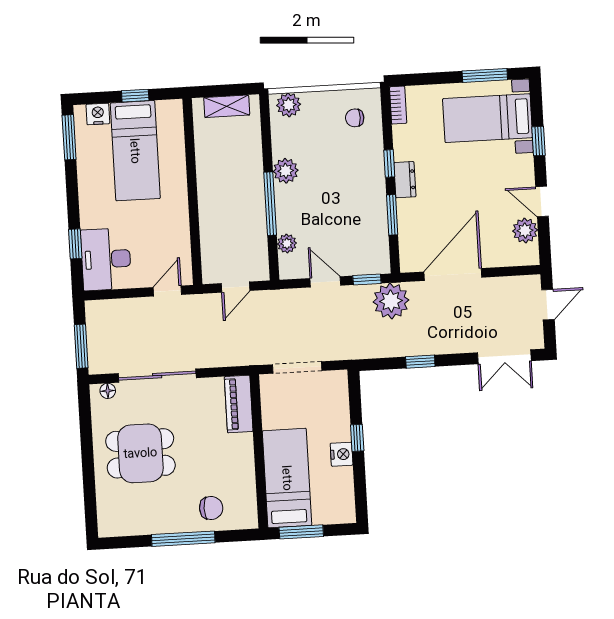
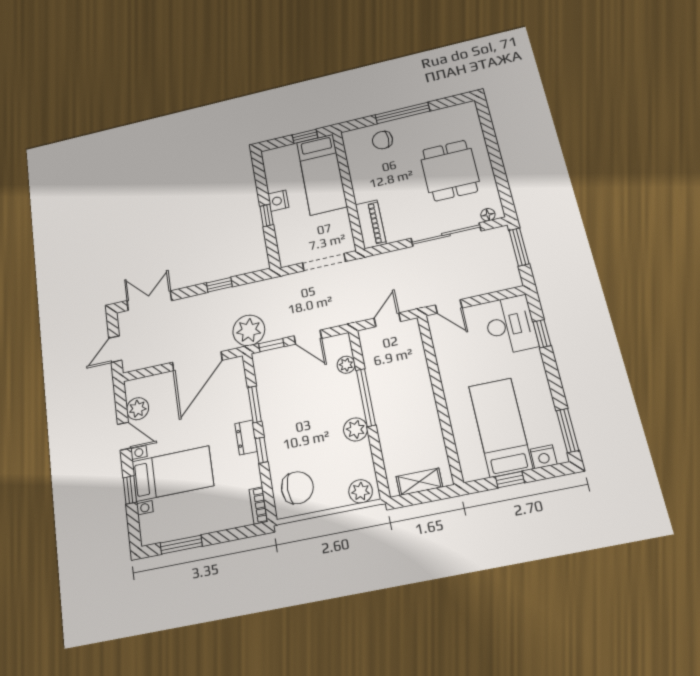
chair: (355, 118) -> (297, 488), width x1.87, depth x1.87
bed with nightstands: (488, 118) -> (173, 474), moved
door: (167, 291) -> (449, 306), hinge flipped
dining table: (140, 453) -> (450, 171), turned 90
window: (301, 532) -> (305, 136), width x0.67

